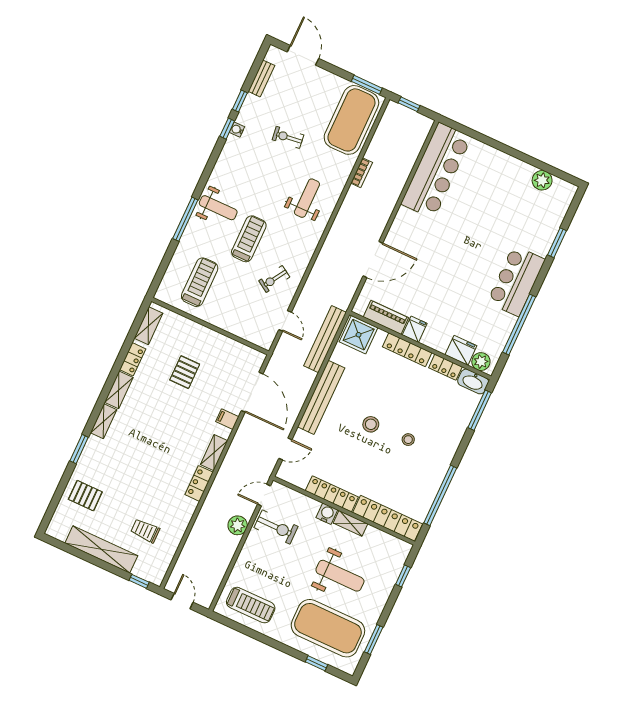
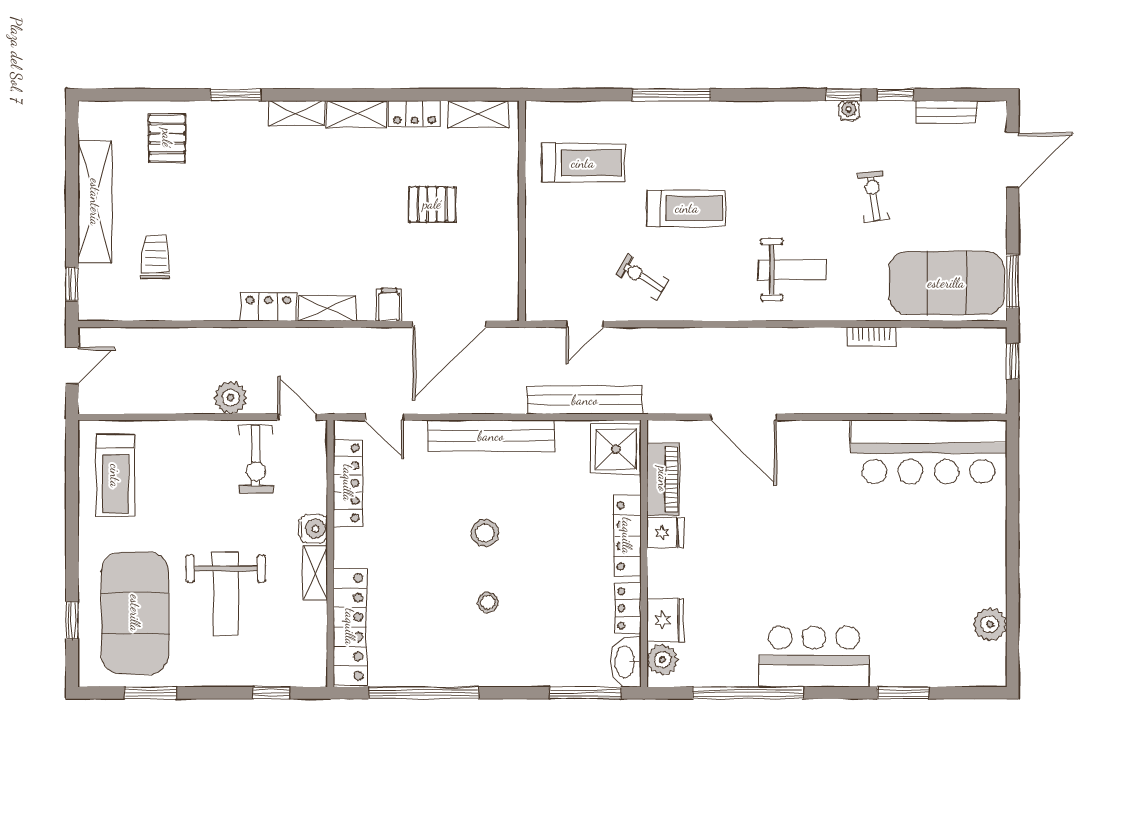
weight bench: (218, 208) -> (713, 138), removed
locker: (332, 494) -> (348, 483), moved

